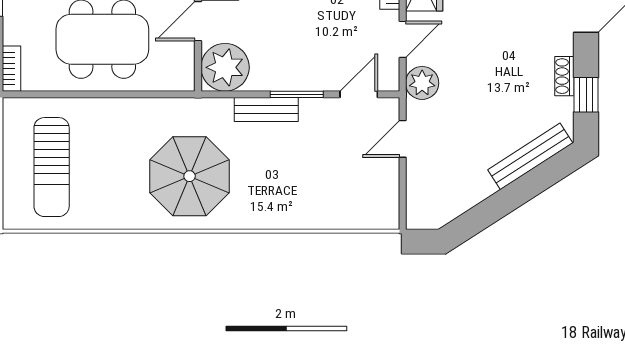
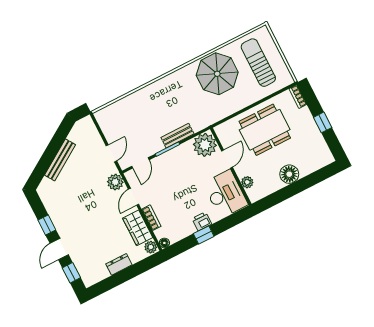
shoe rack: (564, 76) -> (55, 217), removed
window: (586, 95) -> (47, 225), moved
bench: (530, 156) -> (60, 160), moved
parasol: (190, 176) -> (217, 74), moved

